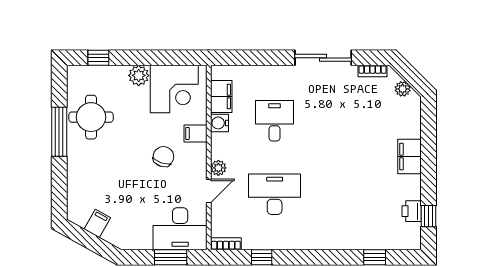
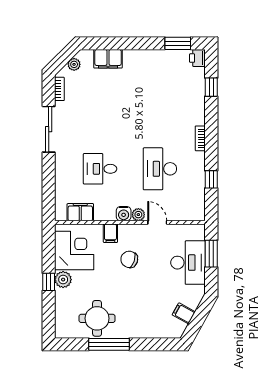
window: (98, 58) -> (49, 282), moved
water cooler: (220, 123) -> (124, 214), moved
filing cabinet: (410, 157) -> (108, 59), moved
printer: (412, 211) -> (197, 58), moved, turned 90
window: (428, 216) -> (178, 43), width x1.50
desk: (180, 229) -> (188, 263), moved
bookcase: (226, 244) -> (200, 138), moved

